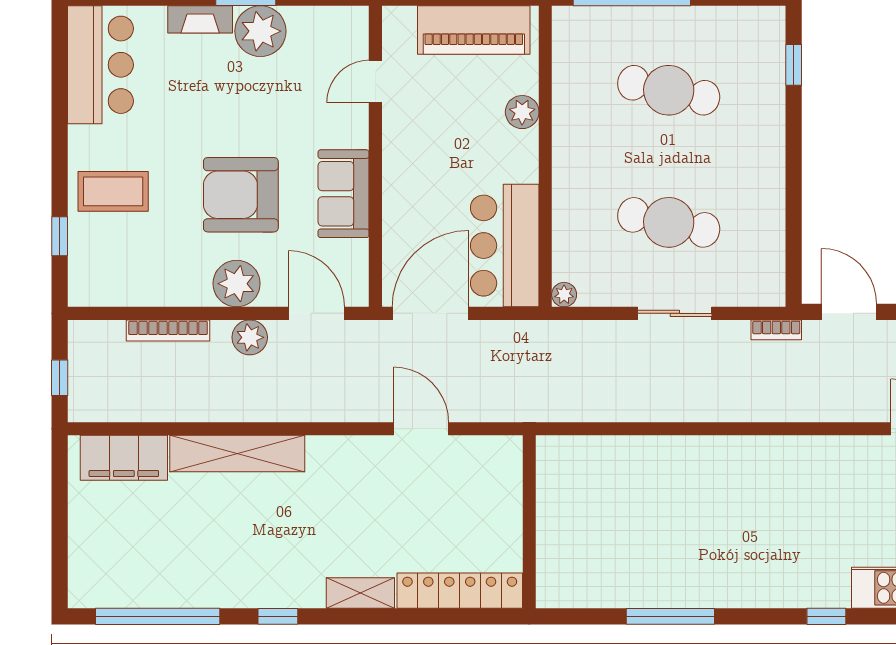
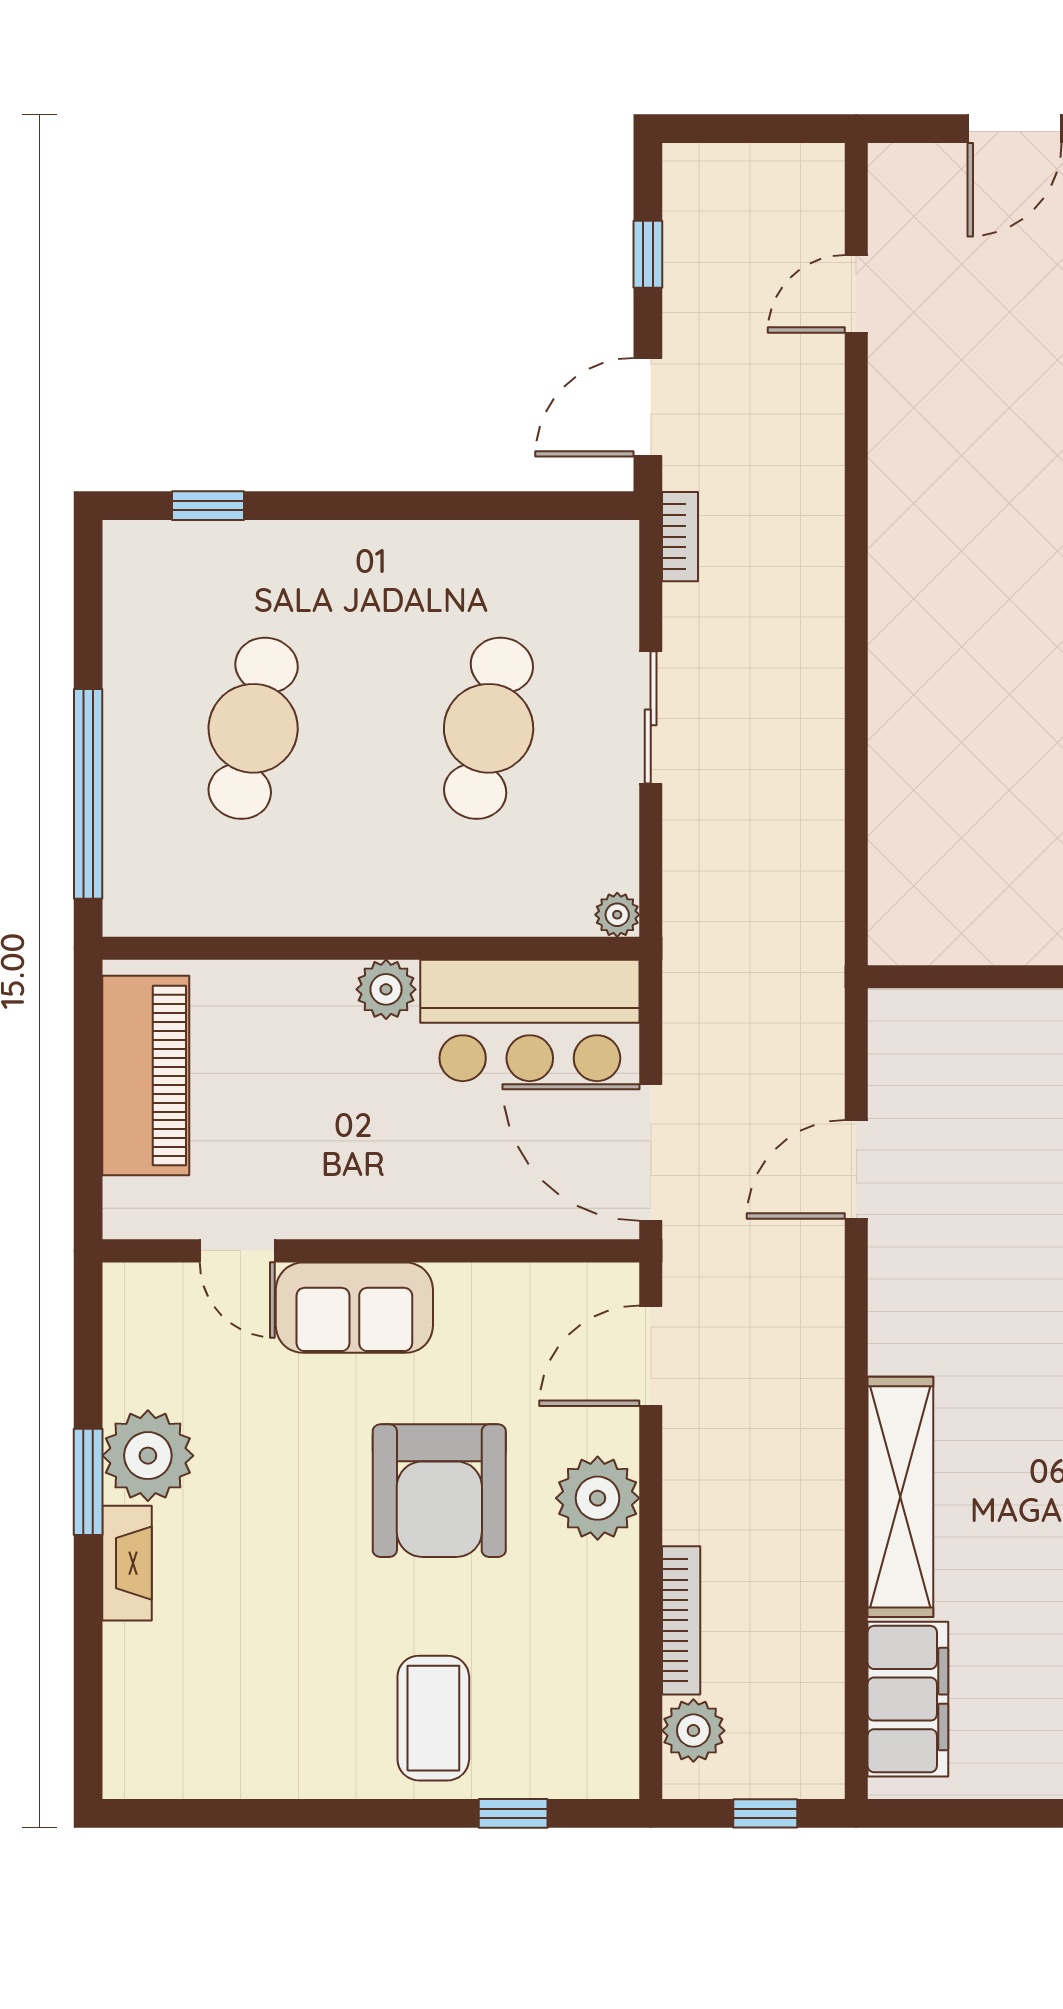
bar counter: (100, 65) -> (208, 1741), removed
plant: (522, 112) -> (386, 989), moved
sofa: (344, 194) -> (354, 1308), moved
plant: (250, 337) -> (693, 1731), moved

